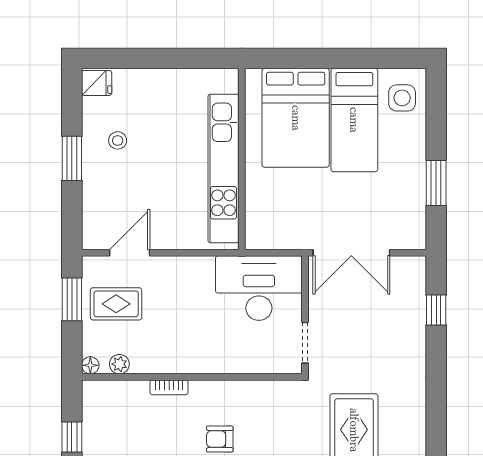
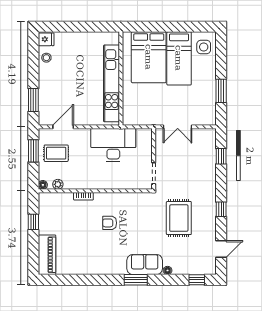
stool: (118, 140) -> (46, 58), moved
window: (72, 158) -> (33, 100), moved
double door: (351, 253) -> (178, 127), width x0.73
desk: (259, 288) -> (113, 145), moved
window: (436, 413) -> (221, 209), added

